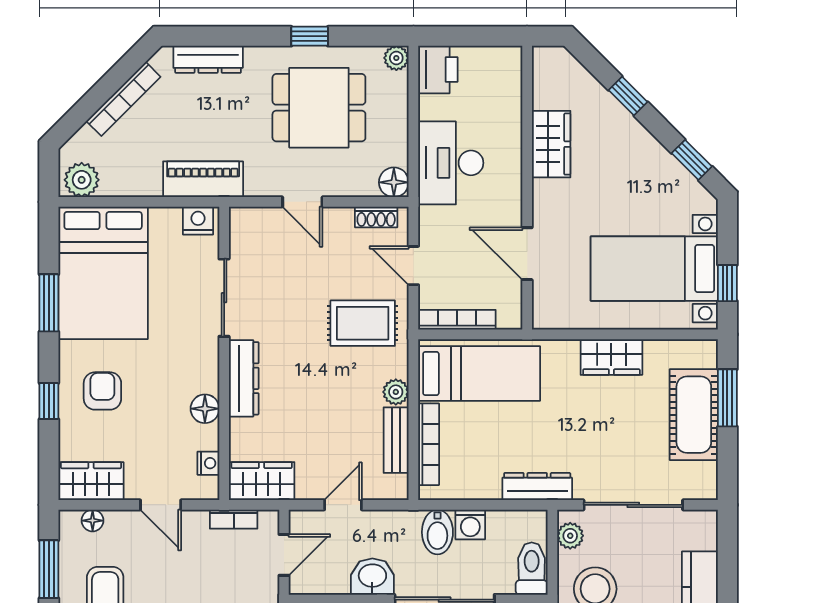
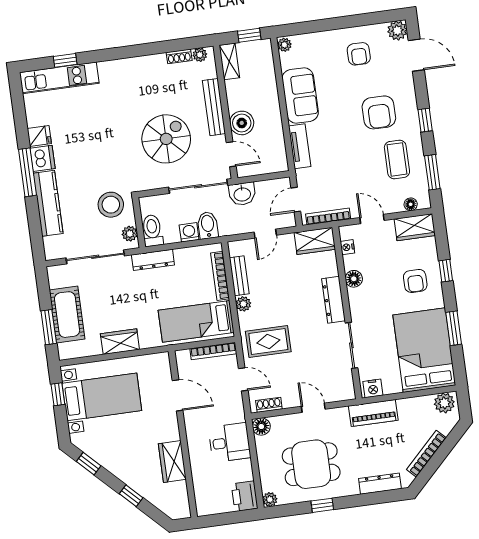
desk: (451, 163) -> (230, 442), width x0.73
bookcase: (234, 519) -> (328, 216), width x1.56
toilet: (532, 569) -> (152, 231), moved, turned 180

